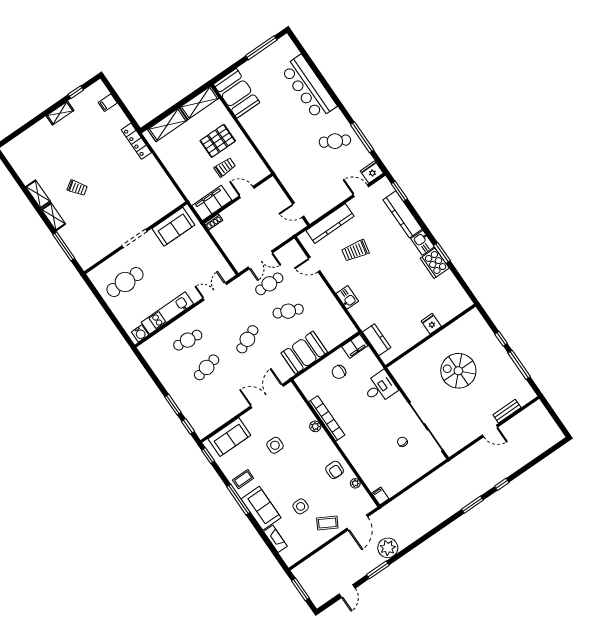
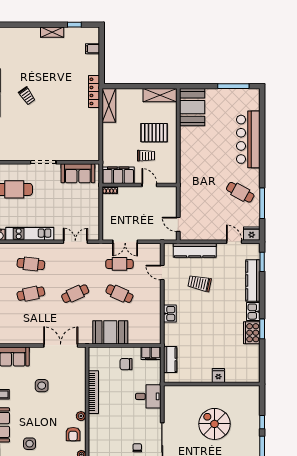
shelving: (167, 125) -> (109, 105), moved, turned 90
plant: (315, 426) -> (81, 416), moved

